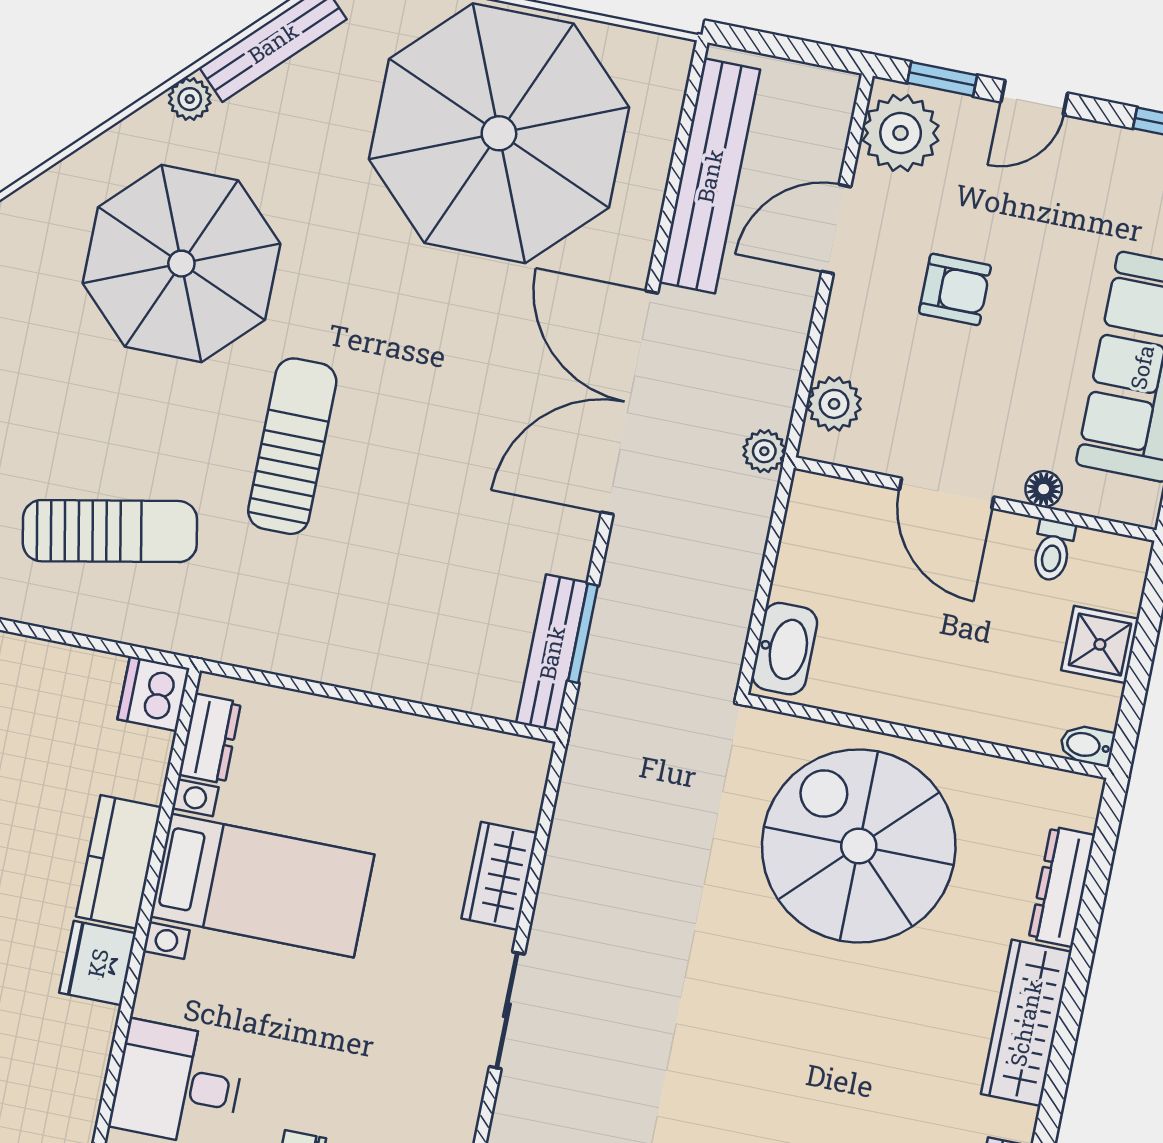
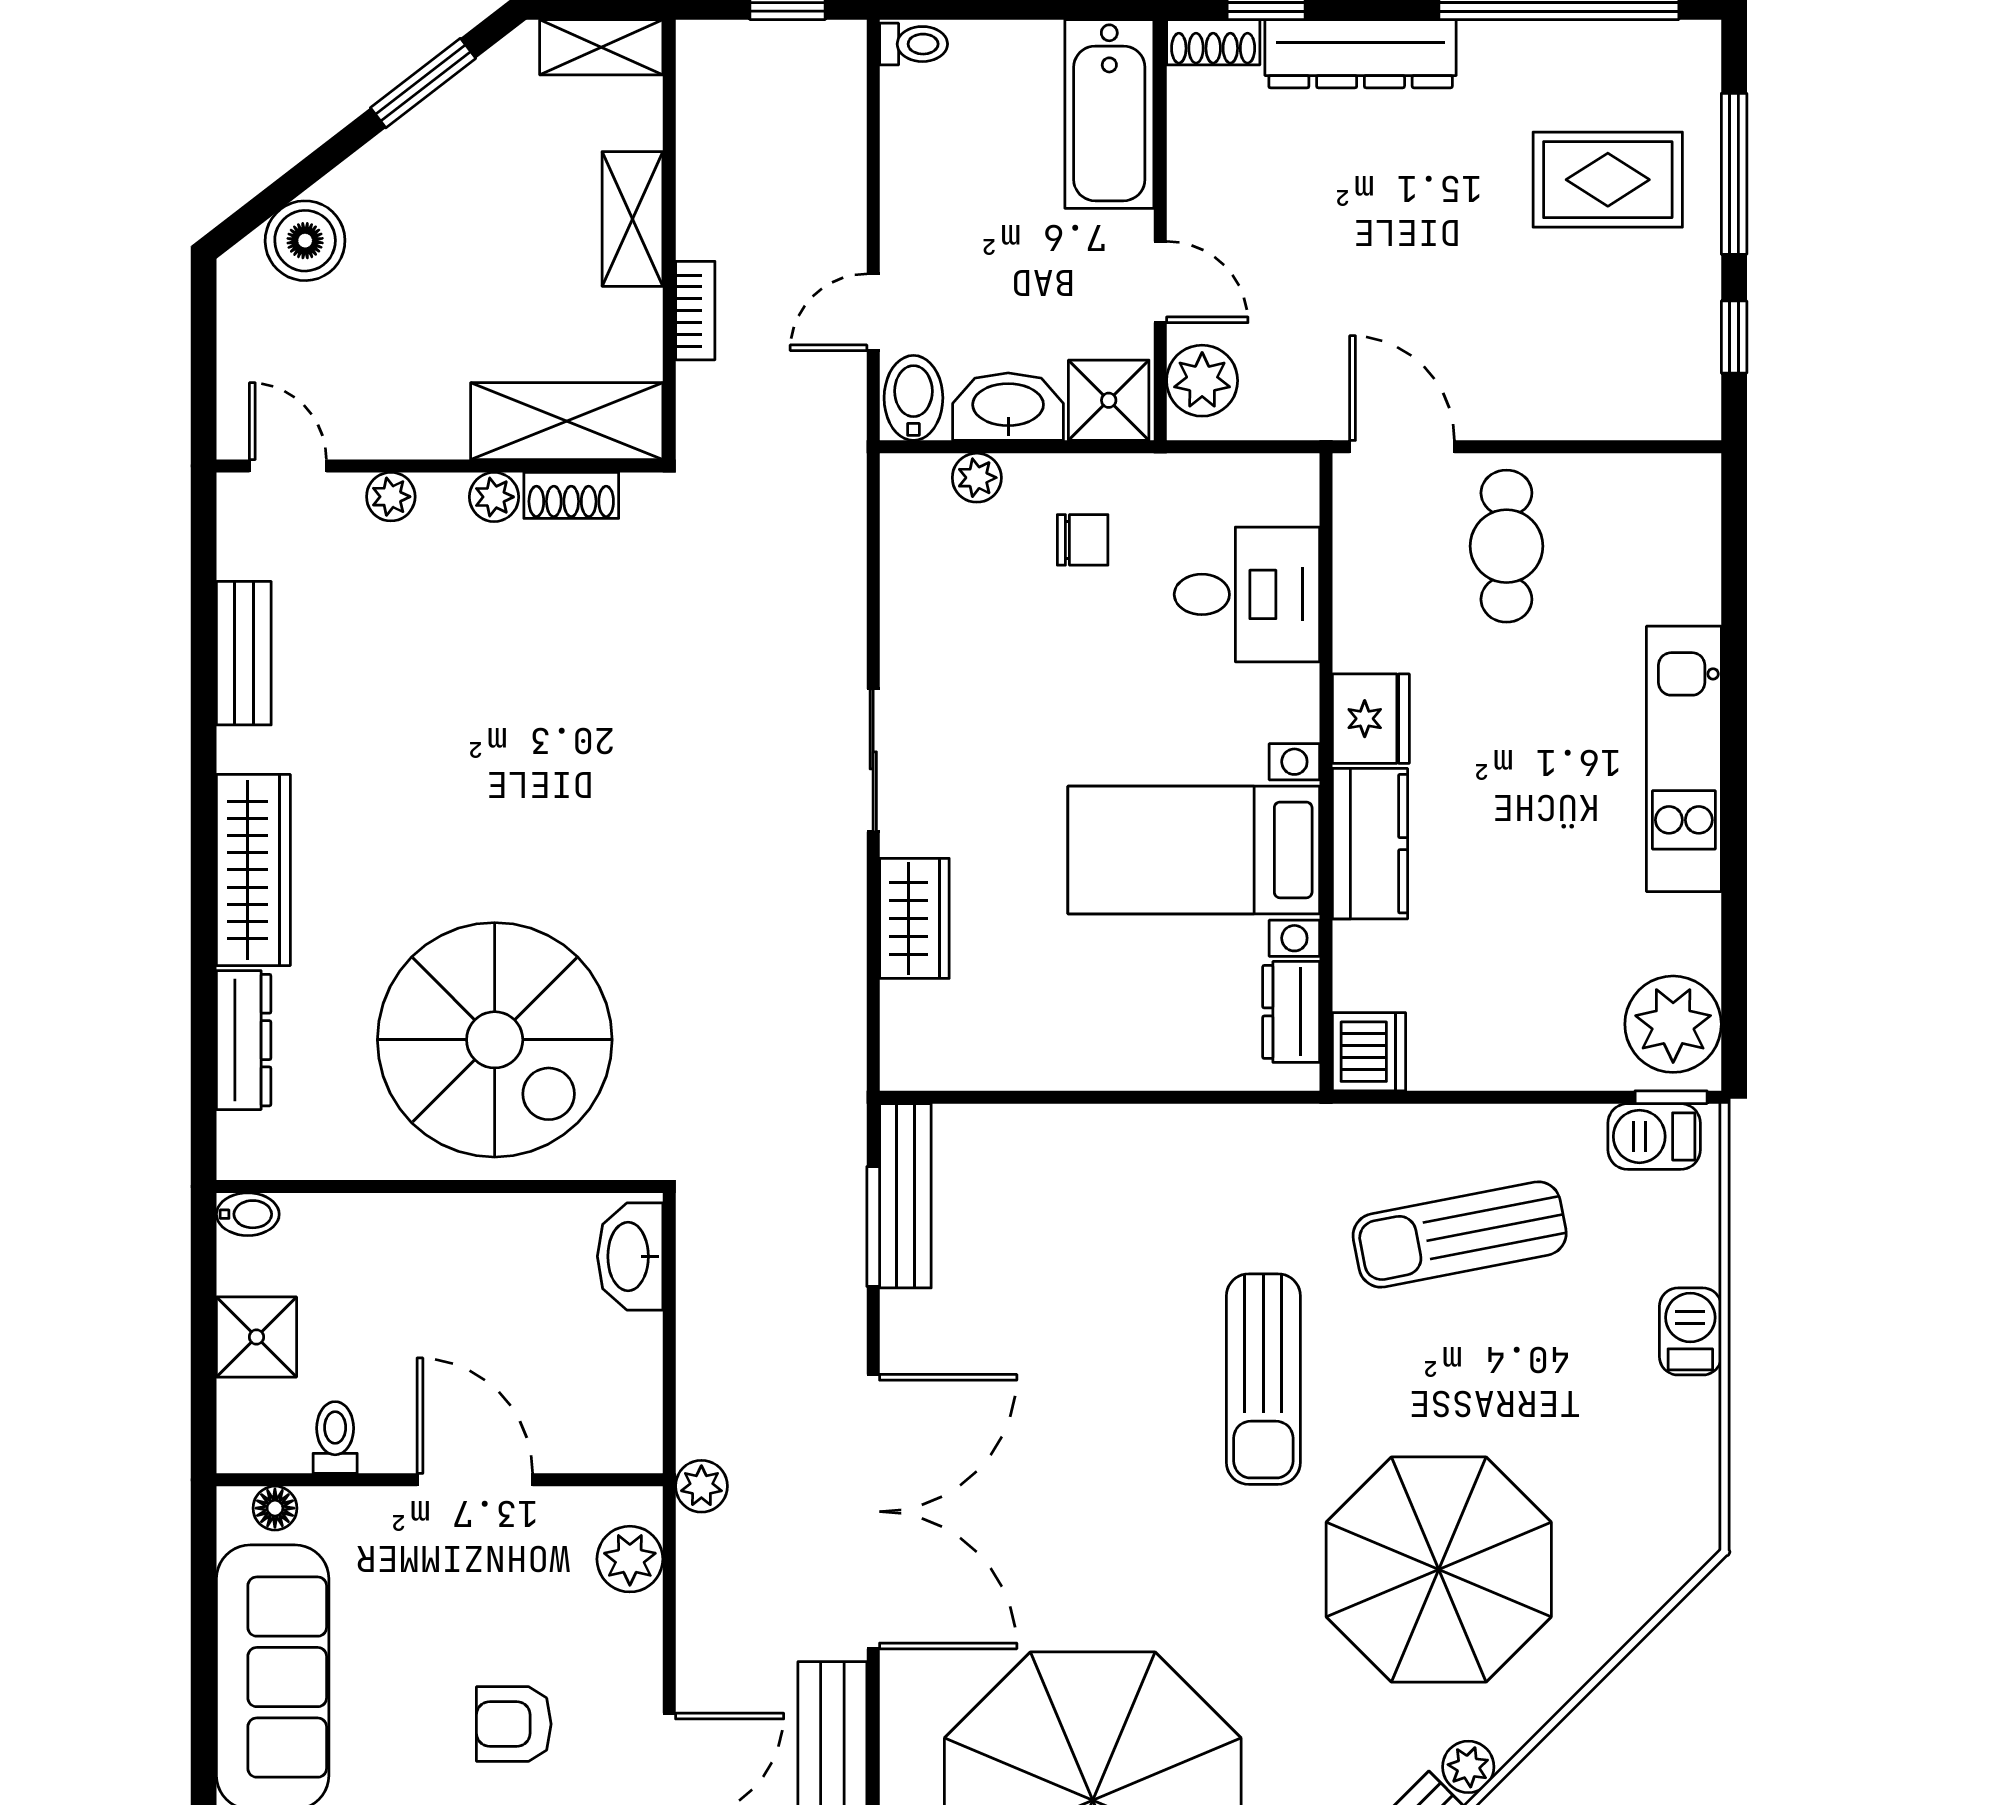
floor lamp: (1044, 489) -> (275, 1508), moved

